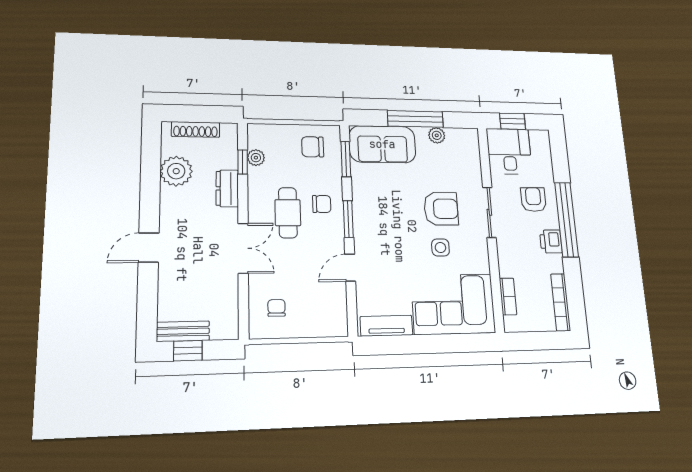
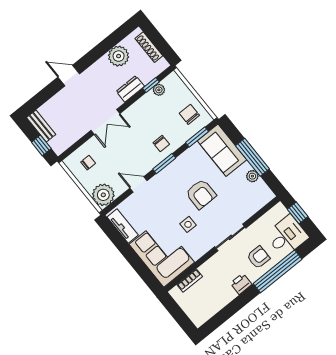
desk: (509, 151) -> (287, 236), moved
armchair: (441, 209) -> (201, 194), moved
cafe table: (288, 213) -> (142, 130), removed
window: (566, 220) -> (278, 271), moved
bookcase: (561, 302) -> (209, 312), removed
plant: (331, 320) -> (103, 195), added
window: (188, 351) -> (41, 145), moved

